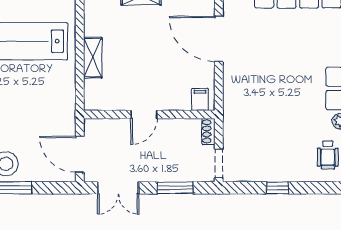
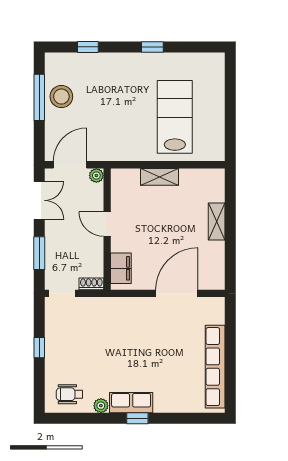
filing cabinet: (200, 100) -> (121, 268), width x2.00
plant: (91, 126) -> (96, 175), added
double door: (118, 188) -> (39, 200), swing flipped

